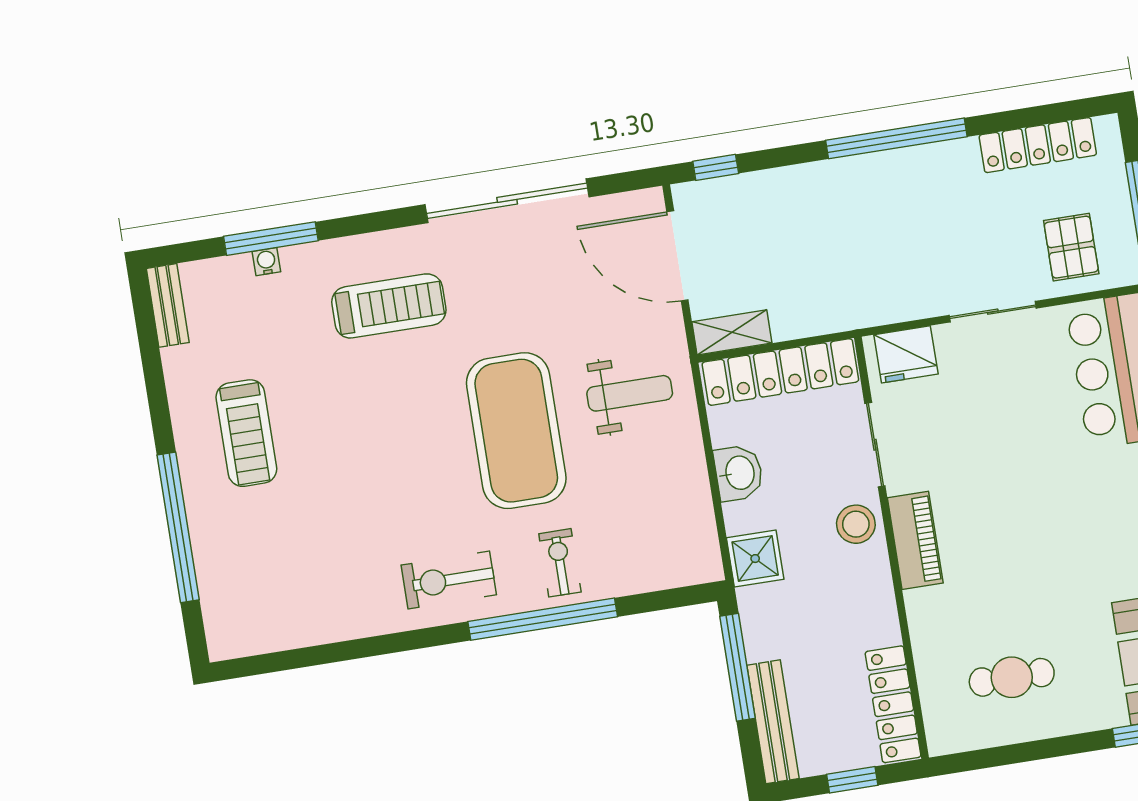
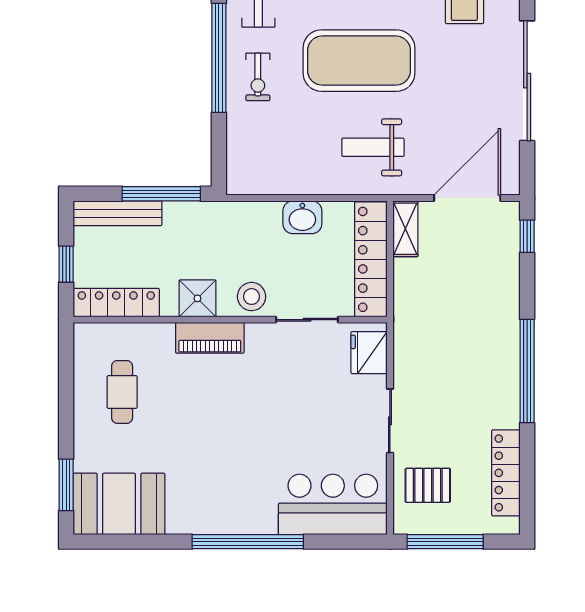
weight bench: (630, 393) -> (373, 147), turned 90
piano: (915, 540) -> (210, 338), moved
shower: (755, 559) -> (197, 298), moved
exercise bike: (560, 563) -> (258, 77), turned 90

